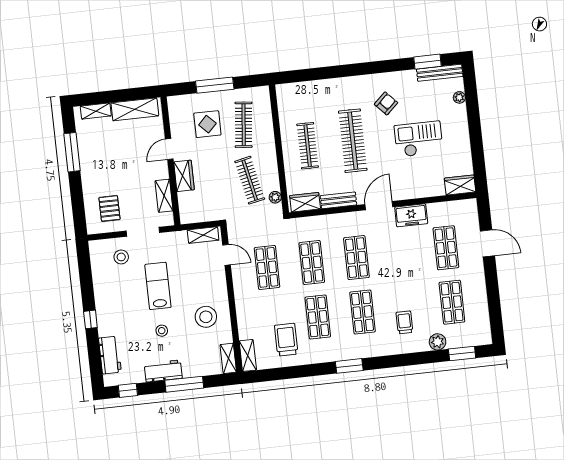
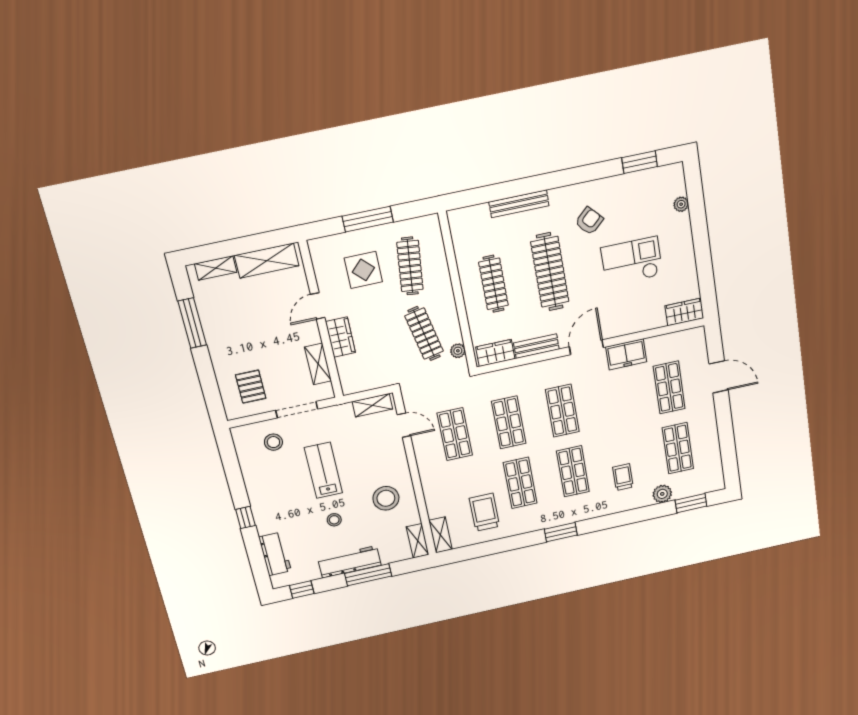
bench: (440, 73) -> (519, 204), moved
workbench: (163, 371) -> (349, 562), width x1.37

